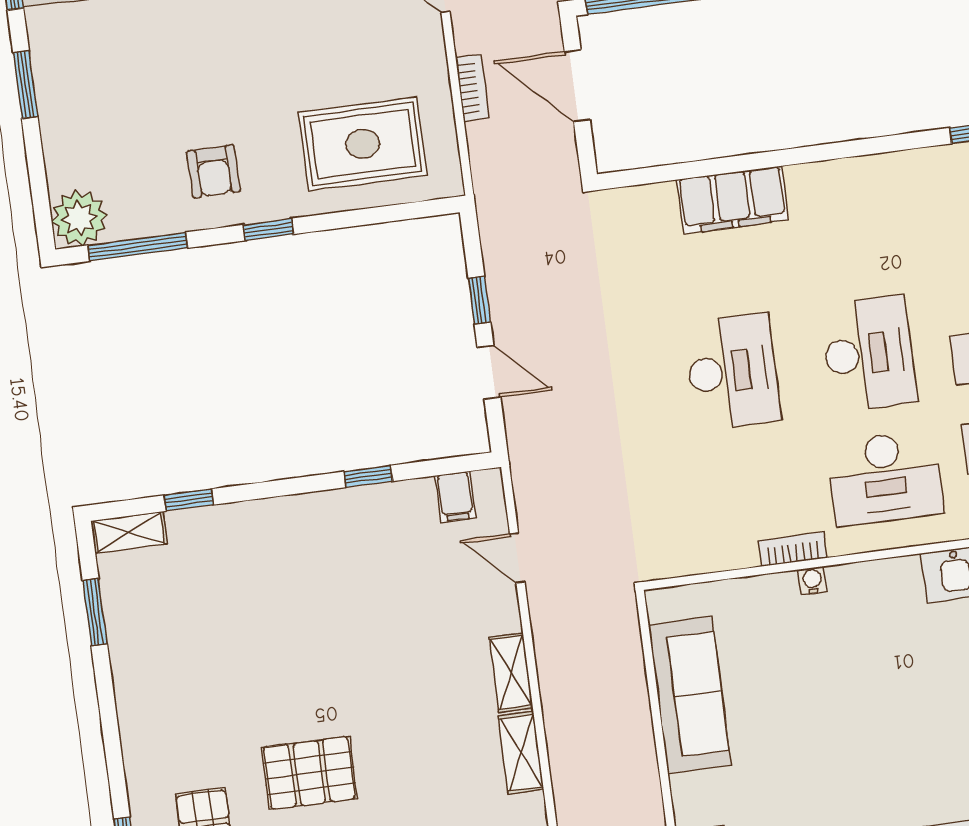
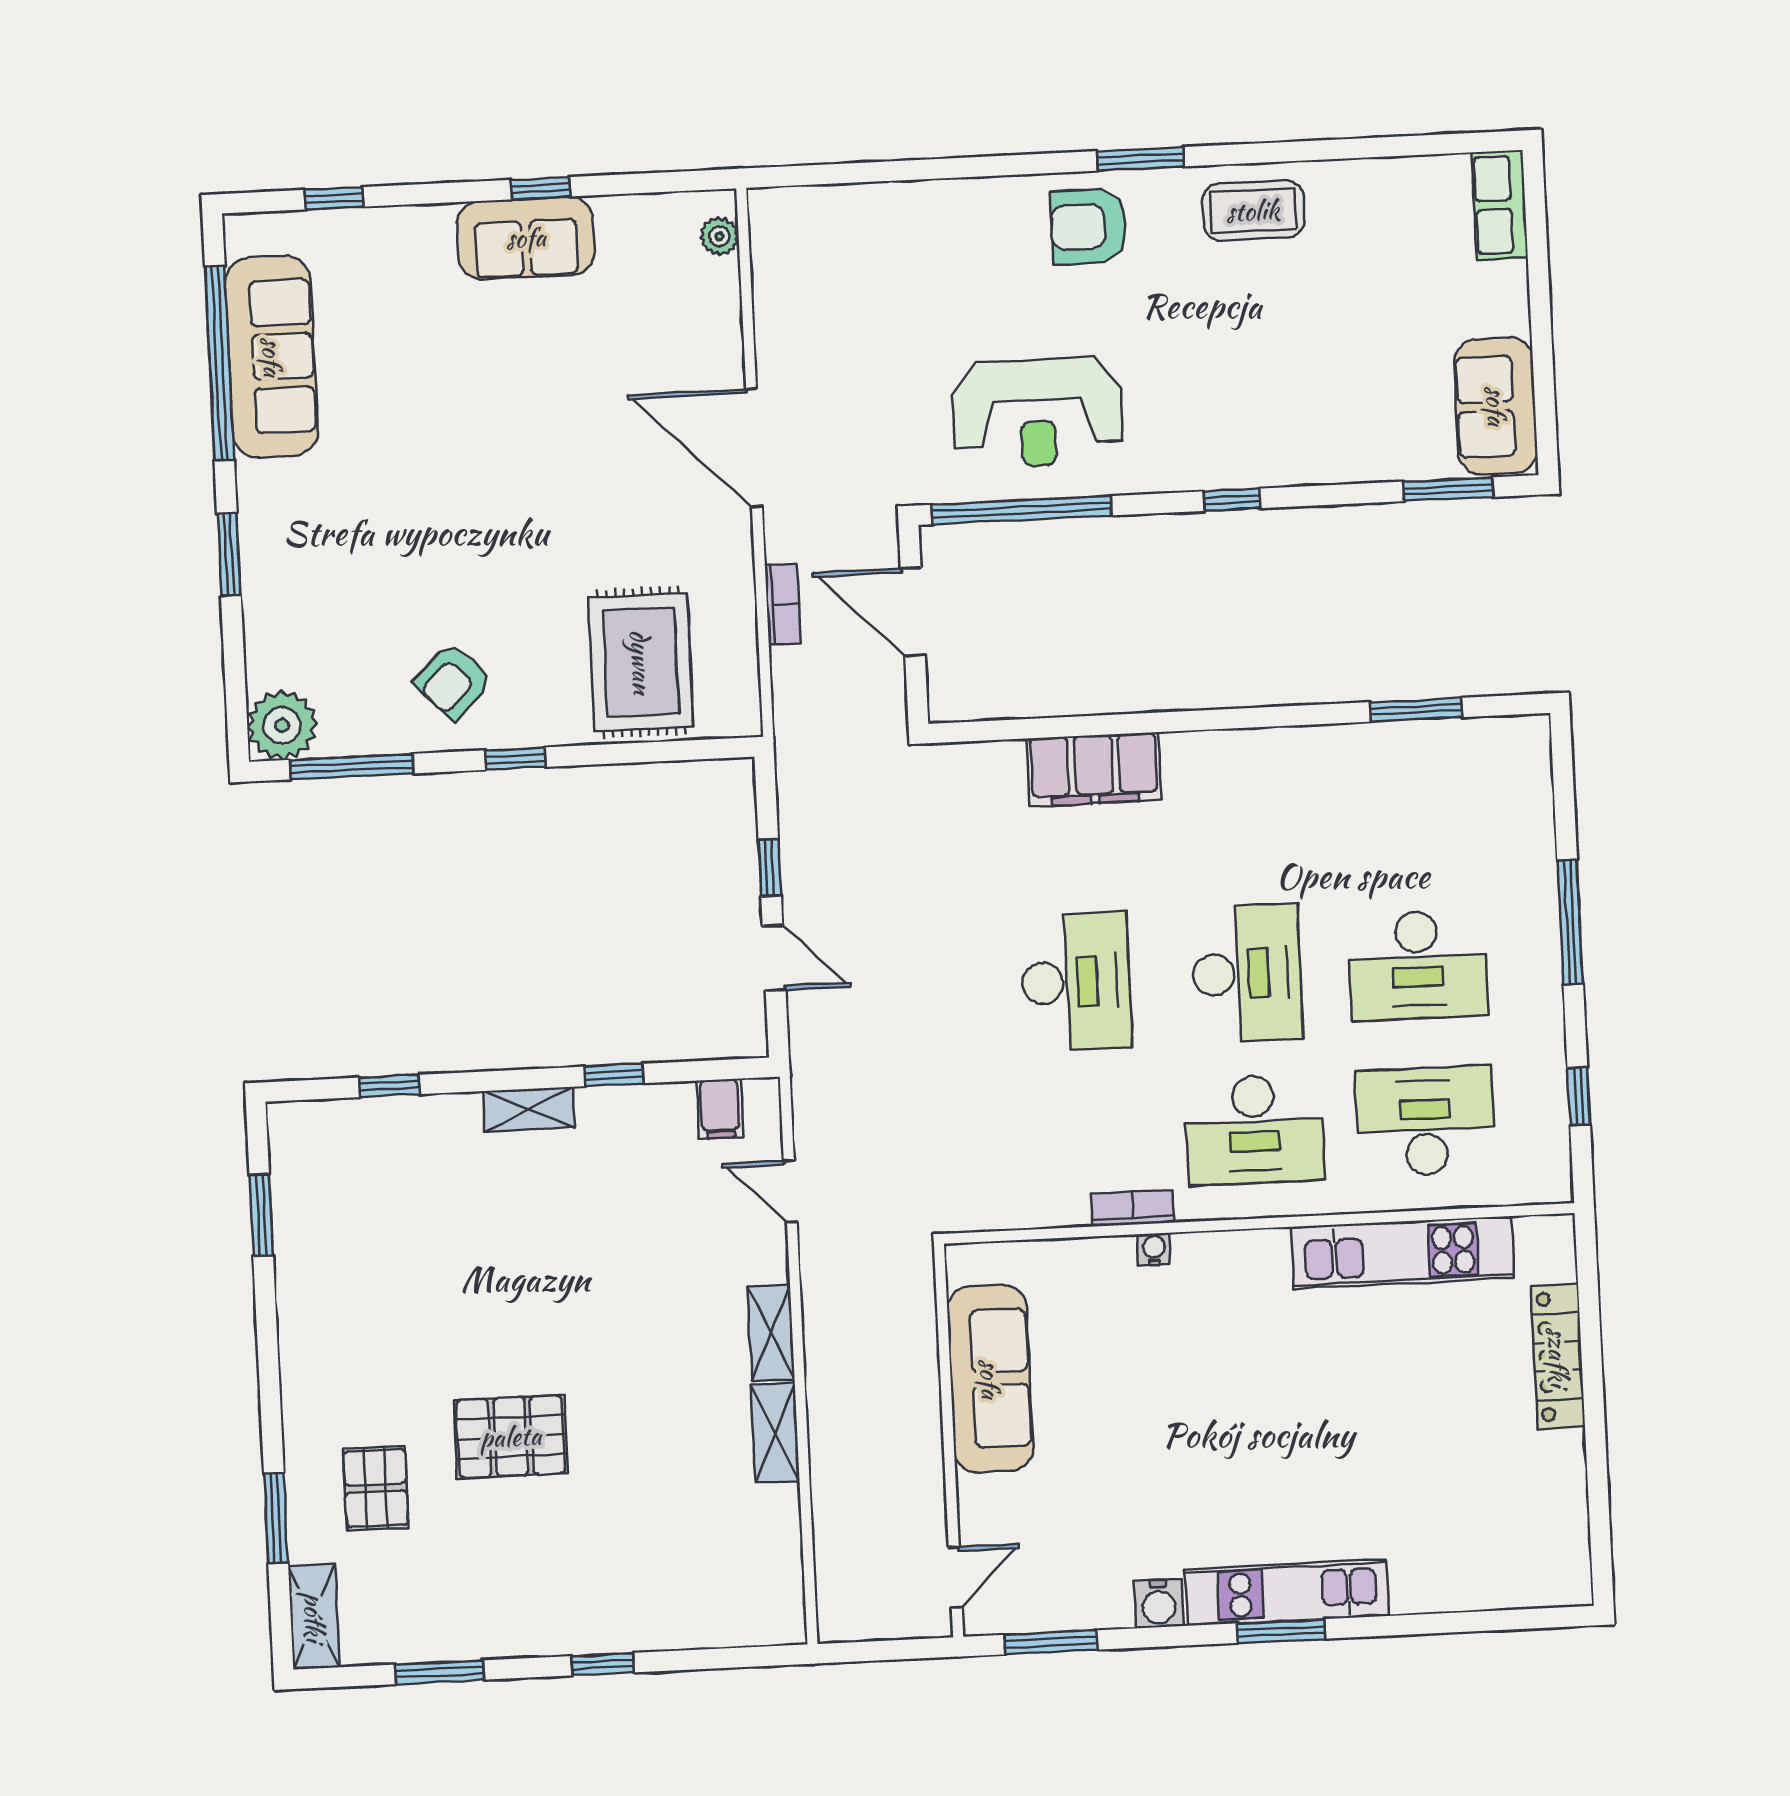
rug: (363, 144) -> (641, 662), turned 90
armchair: (213, 171) -> (453, 681), turned 47
shelving: (129, 532) -> (529, 1109), moved

